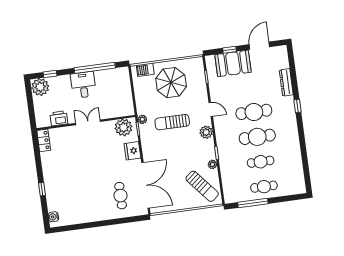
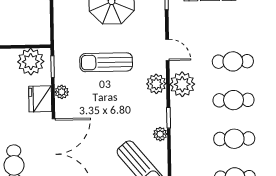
cafe table: (254, 112) -> (233, 61), width x0.73, depth x0.74
plant: (142, 119) -> (62, 92), moved
plant: (223, 131) -> (182, 84), added
cafe table: (257, 137) -> (234, 100), width x0.73, depth x0.74

